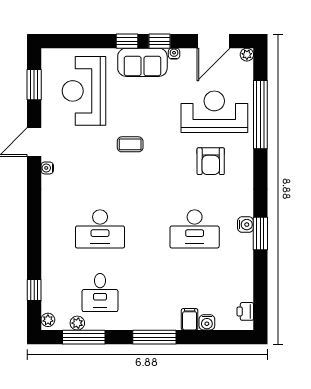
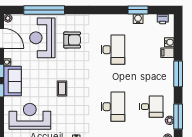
reception desk: (84, 91) -> (30, 116), turned 180
water cooler: (246, 225) -> (138, 19), moved
window: (260, 234) -> (138, 10), moved

